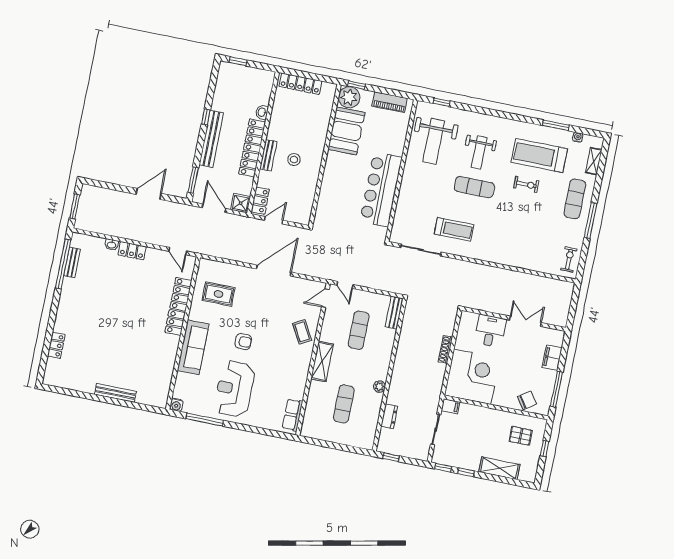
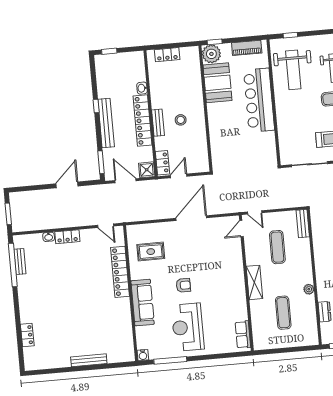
locker: (300, 84) -> (167, 55), width x0.66
bar counter: (381, 189) -> (259, 100), moved
coffee table: (302, 332) -> (230, 263), removed

